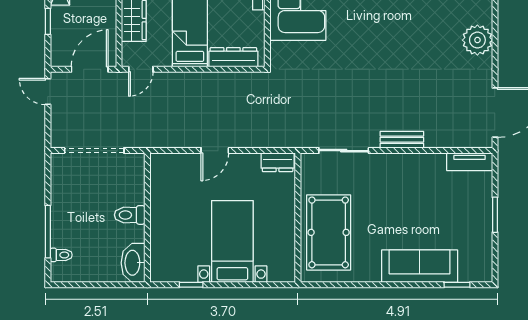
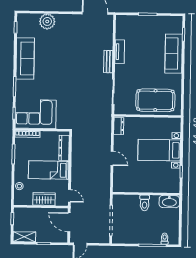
plant: (477, 40) -> (47, 21), moved
tv unit: (470, 162) -> (120, 52), moved

